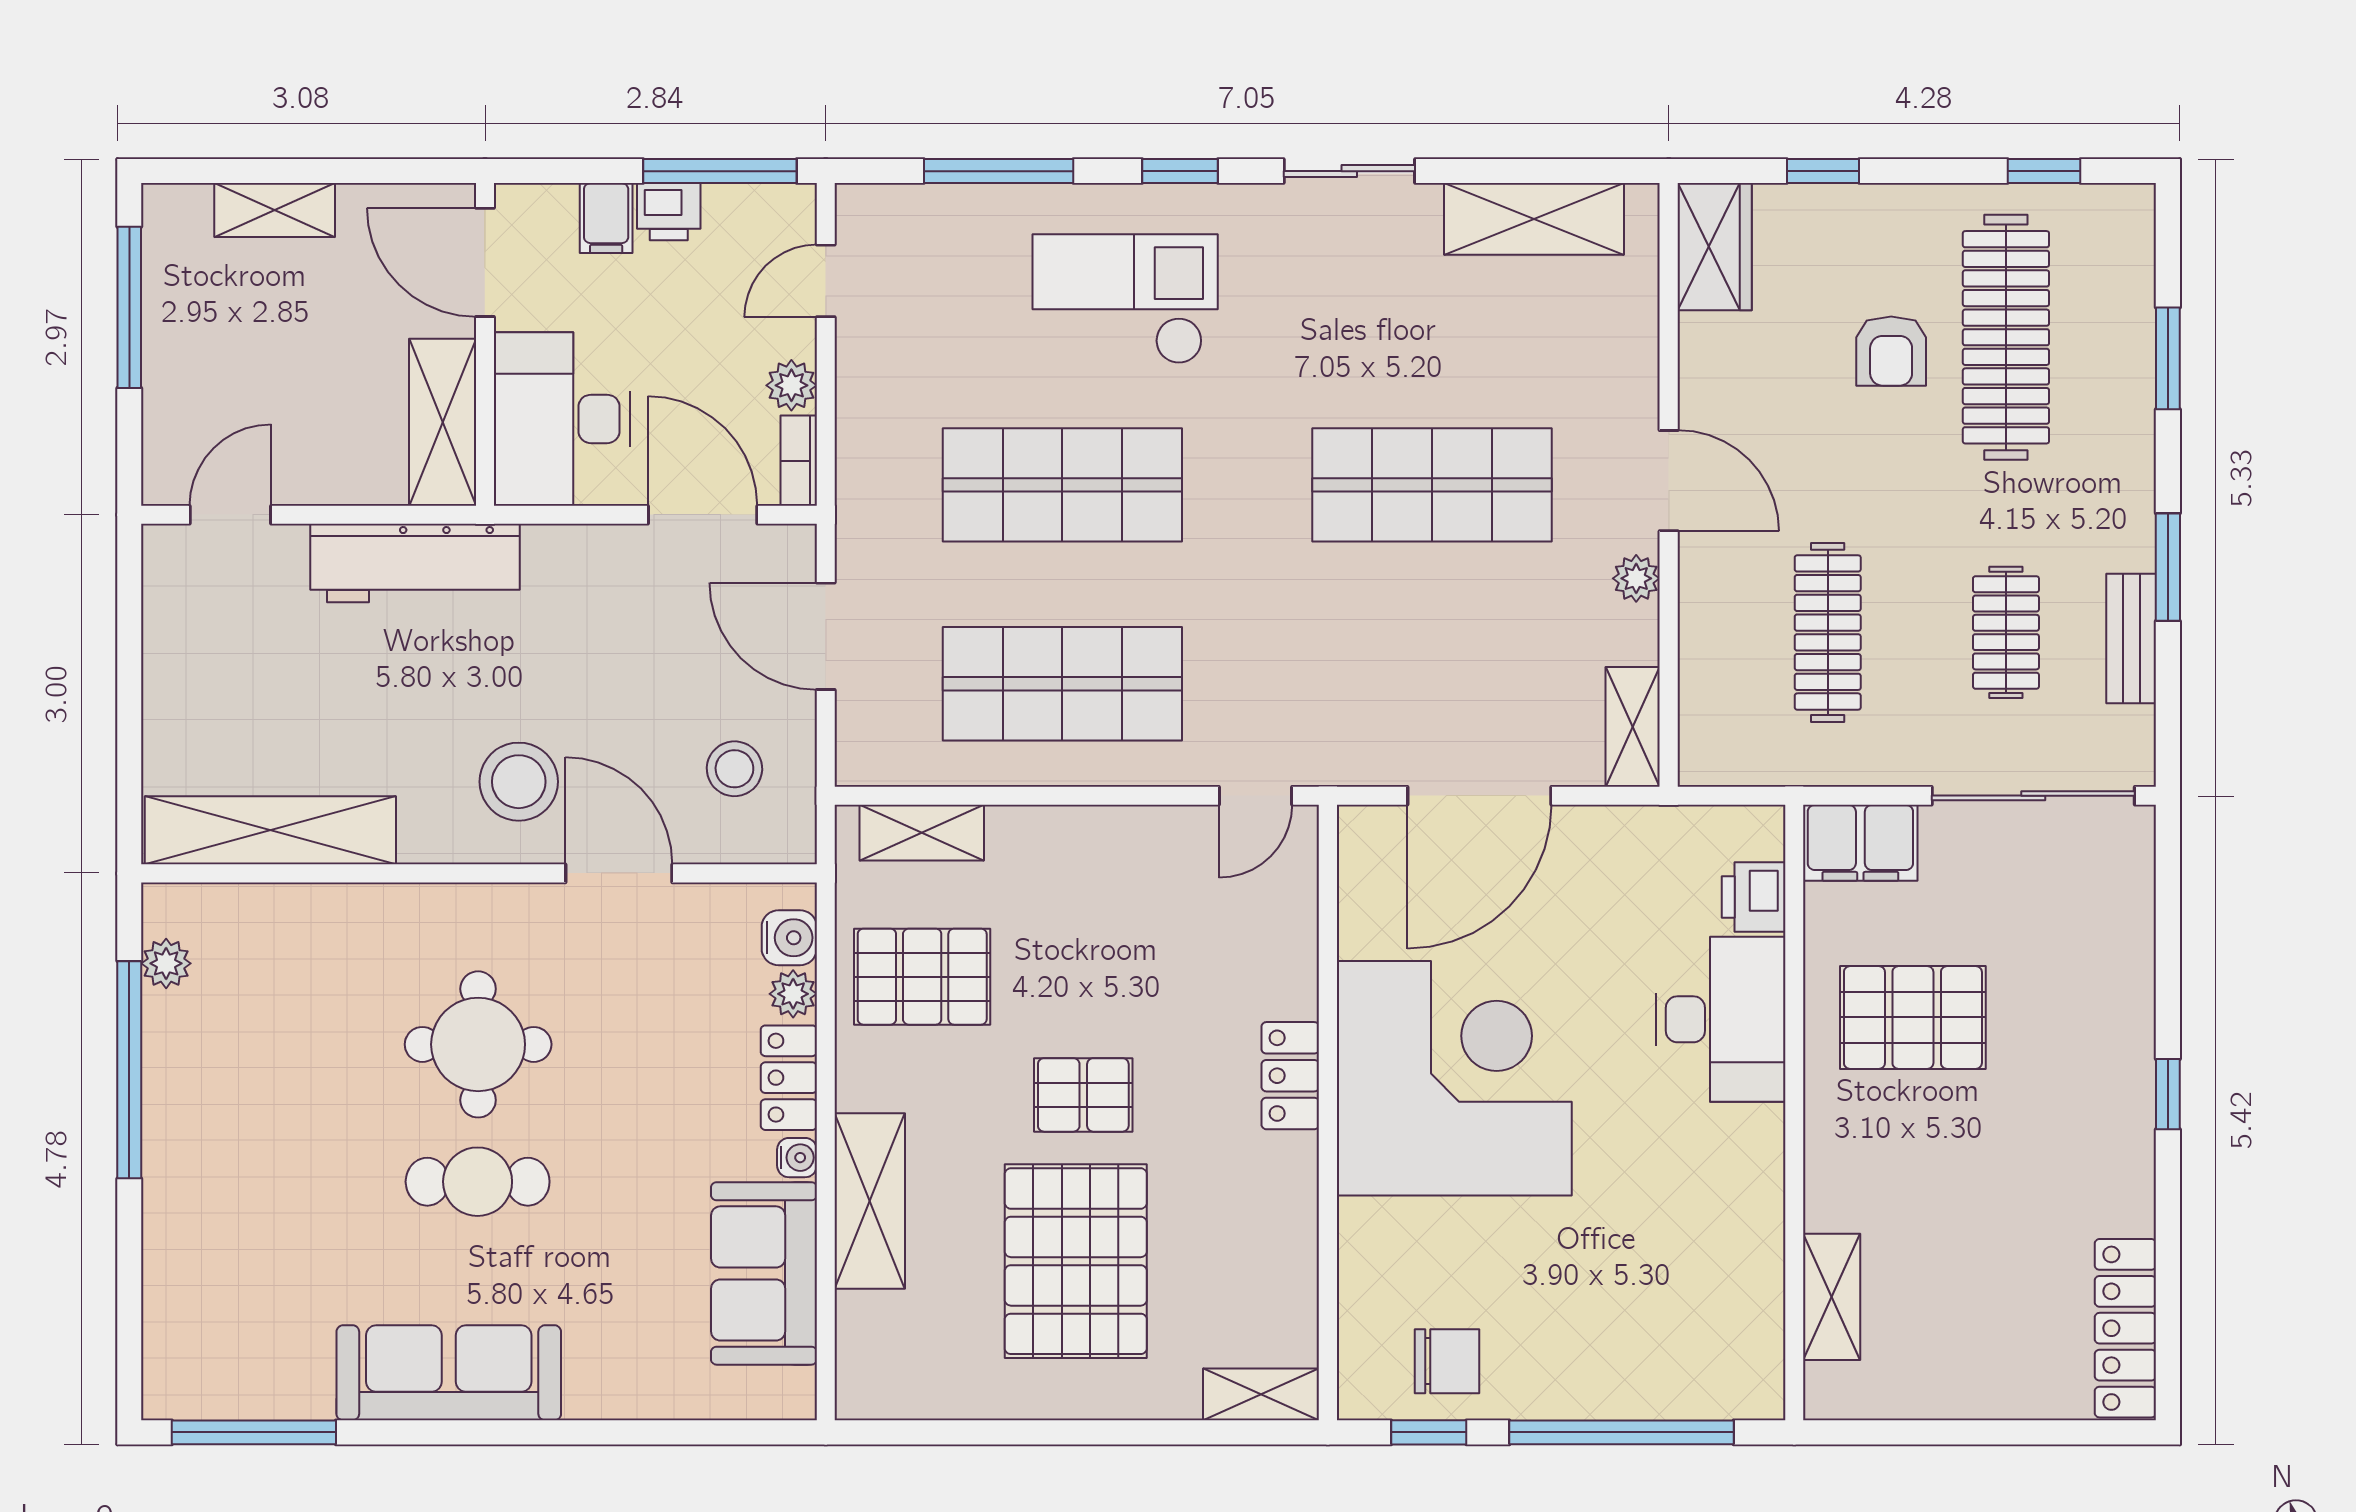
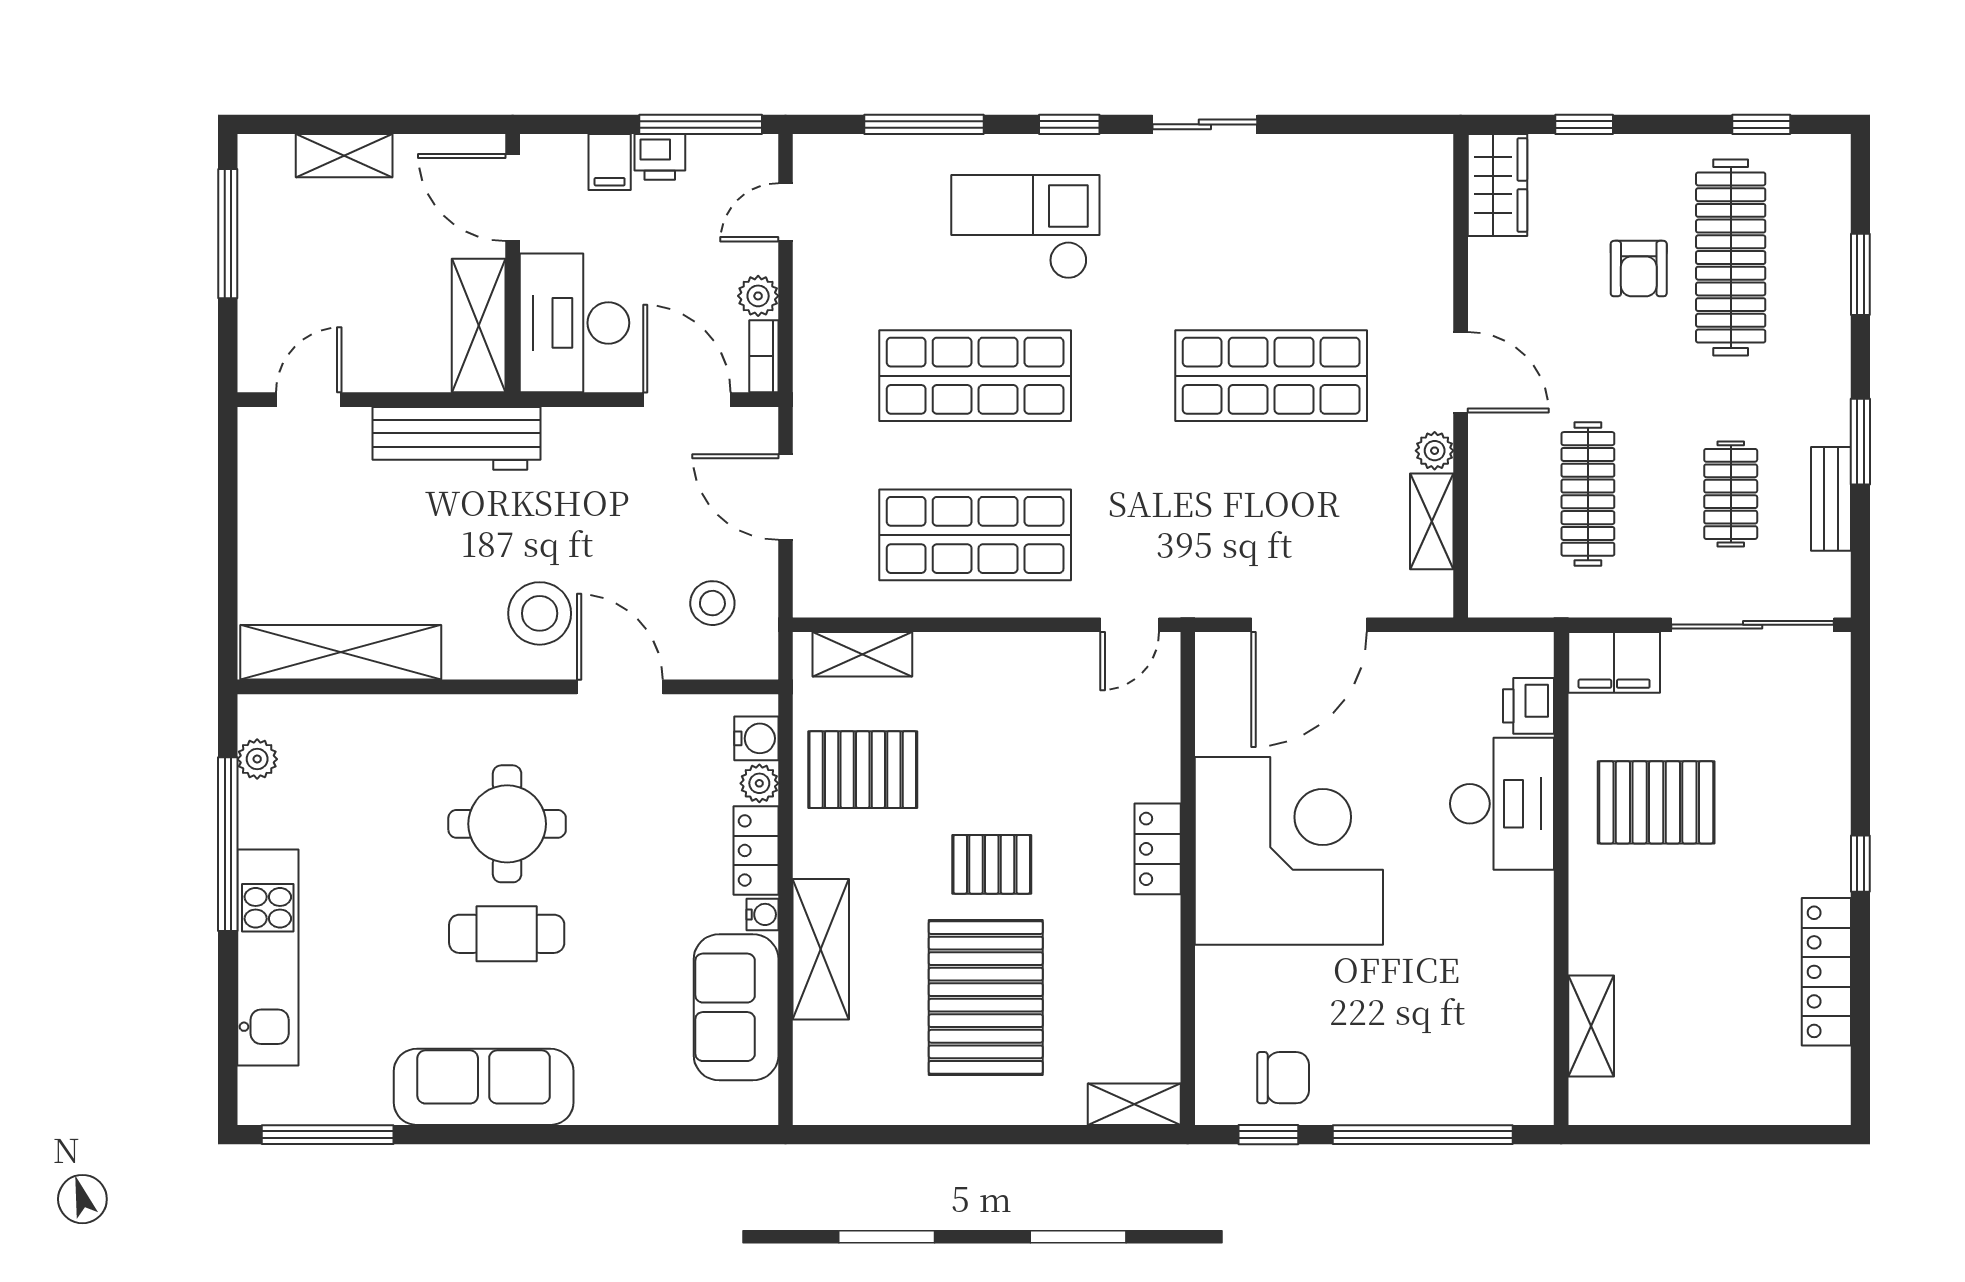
shelving: (1534, 219) -> (1353, 163), removed
shelving: (1633, 727) -> (1432, 521), moved
kitchen unit: (179, 1211) -> (268, 957), added
locker: (2125, 1328) -> (1826, 972), moved

